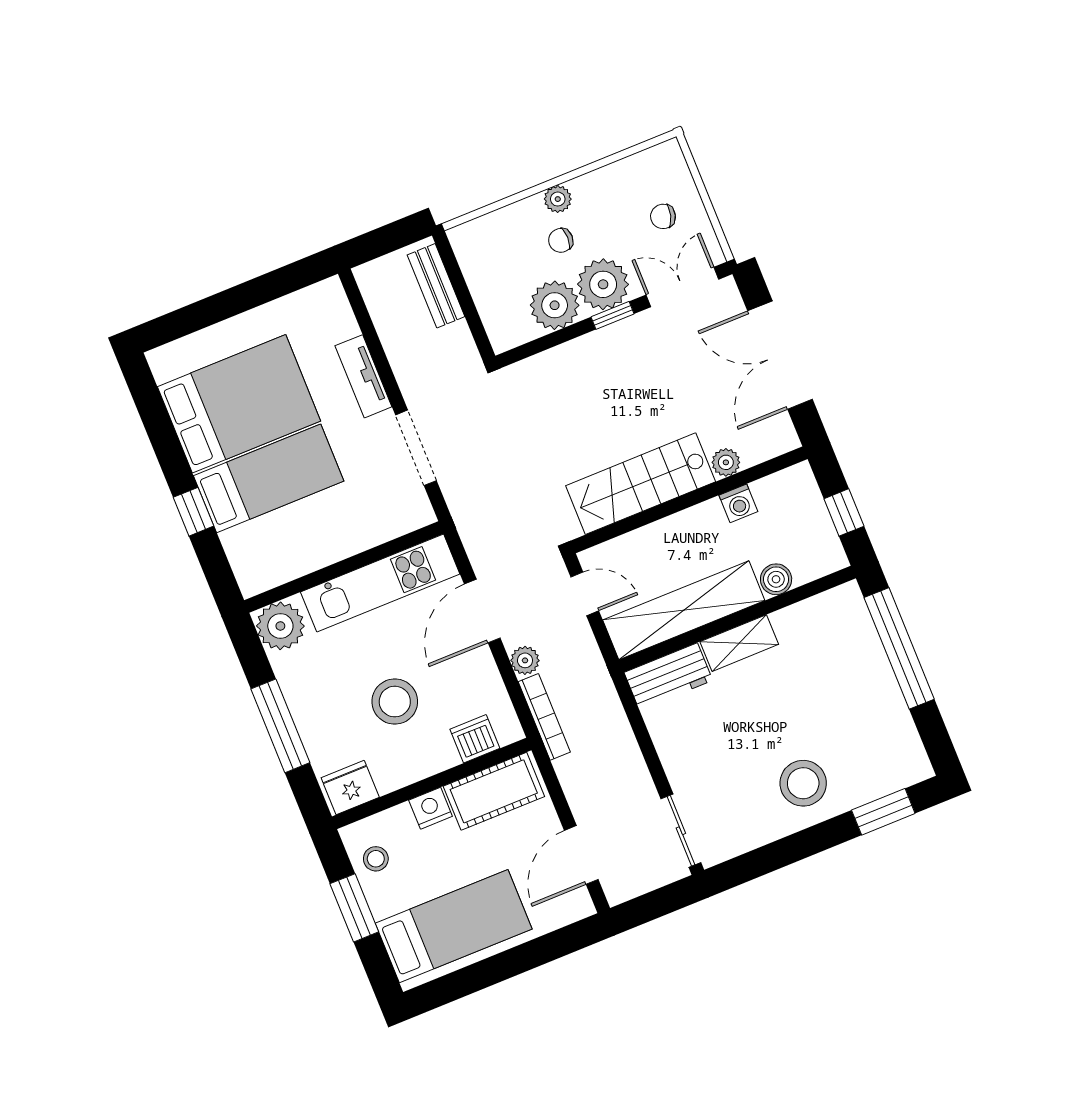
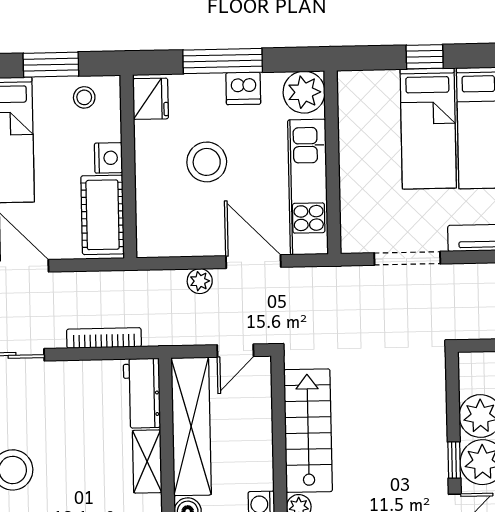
bookcase: (544, 717) -> (104, 338), moved, turned 180
dishwasher: (475, 739) -> (243, 88), moved, turned 90

